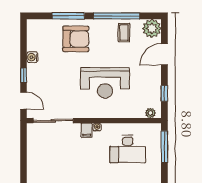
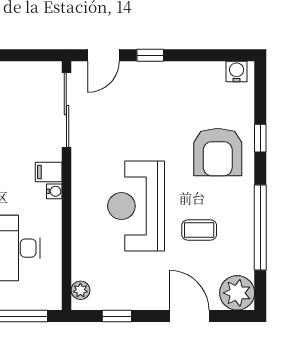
window: (68, 16) -> (260, 138), width x0.46
coffee table: (124, 33) -> (199, 230), moved
water cooler: (32, 57) -> (237, 71), moved

